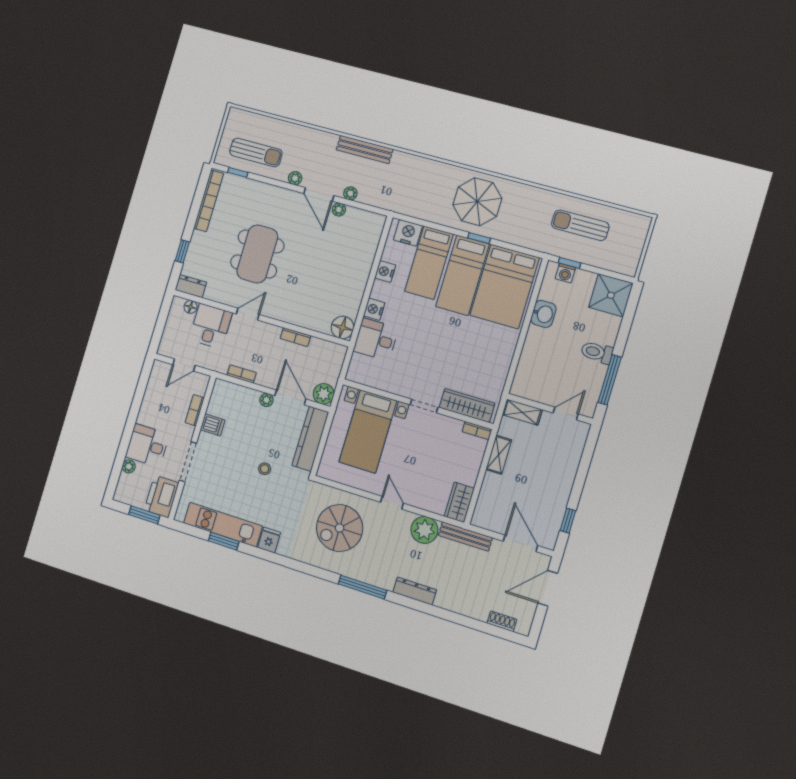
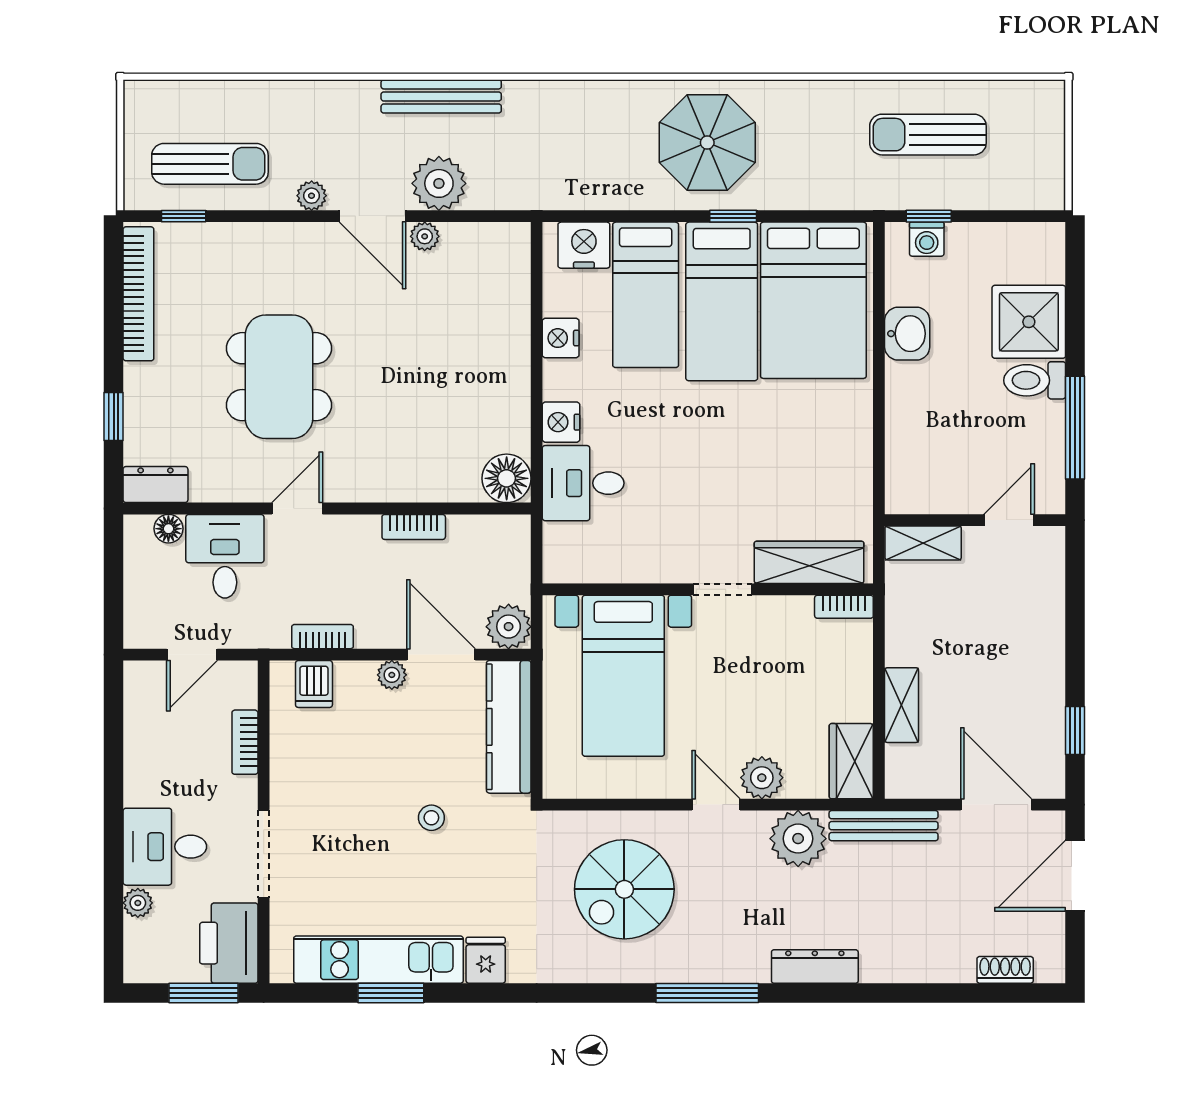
plant: (350, 193) -> (439, 183), width x1.87, depth x1.87
shower: (611, 295) -> (1029, 322), moved
dishwasher: (213, 425) -> (314, 684), moved, turned 90
shelving: (499, 455) -> (902, 705), moved
plant: (416, 497) -> (762, 778), added

